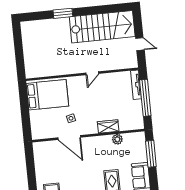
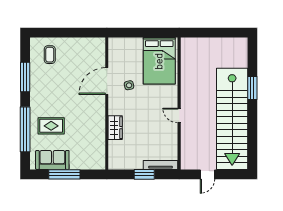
stairs: (102, 27) -> (232, 119), width x1.36
window: (145, 98) -> (144, 174), width x0.47
plant: (117, 139) -> (99, 137), removed
window: (151, 154) -> (64, 174), moved

